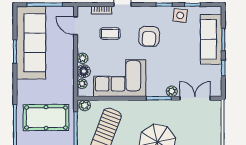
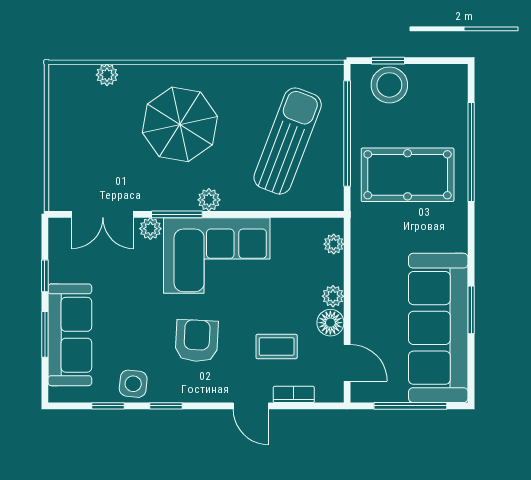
floor lamp: (84, 71) -> (330, 323), moved
corner sofa: (120, 78) -> (217, 255), moved
plant: (85, 105) -> (209, 200), moved

